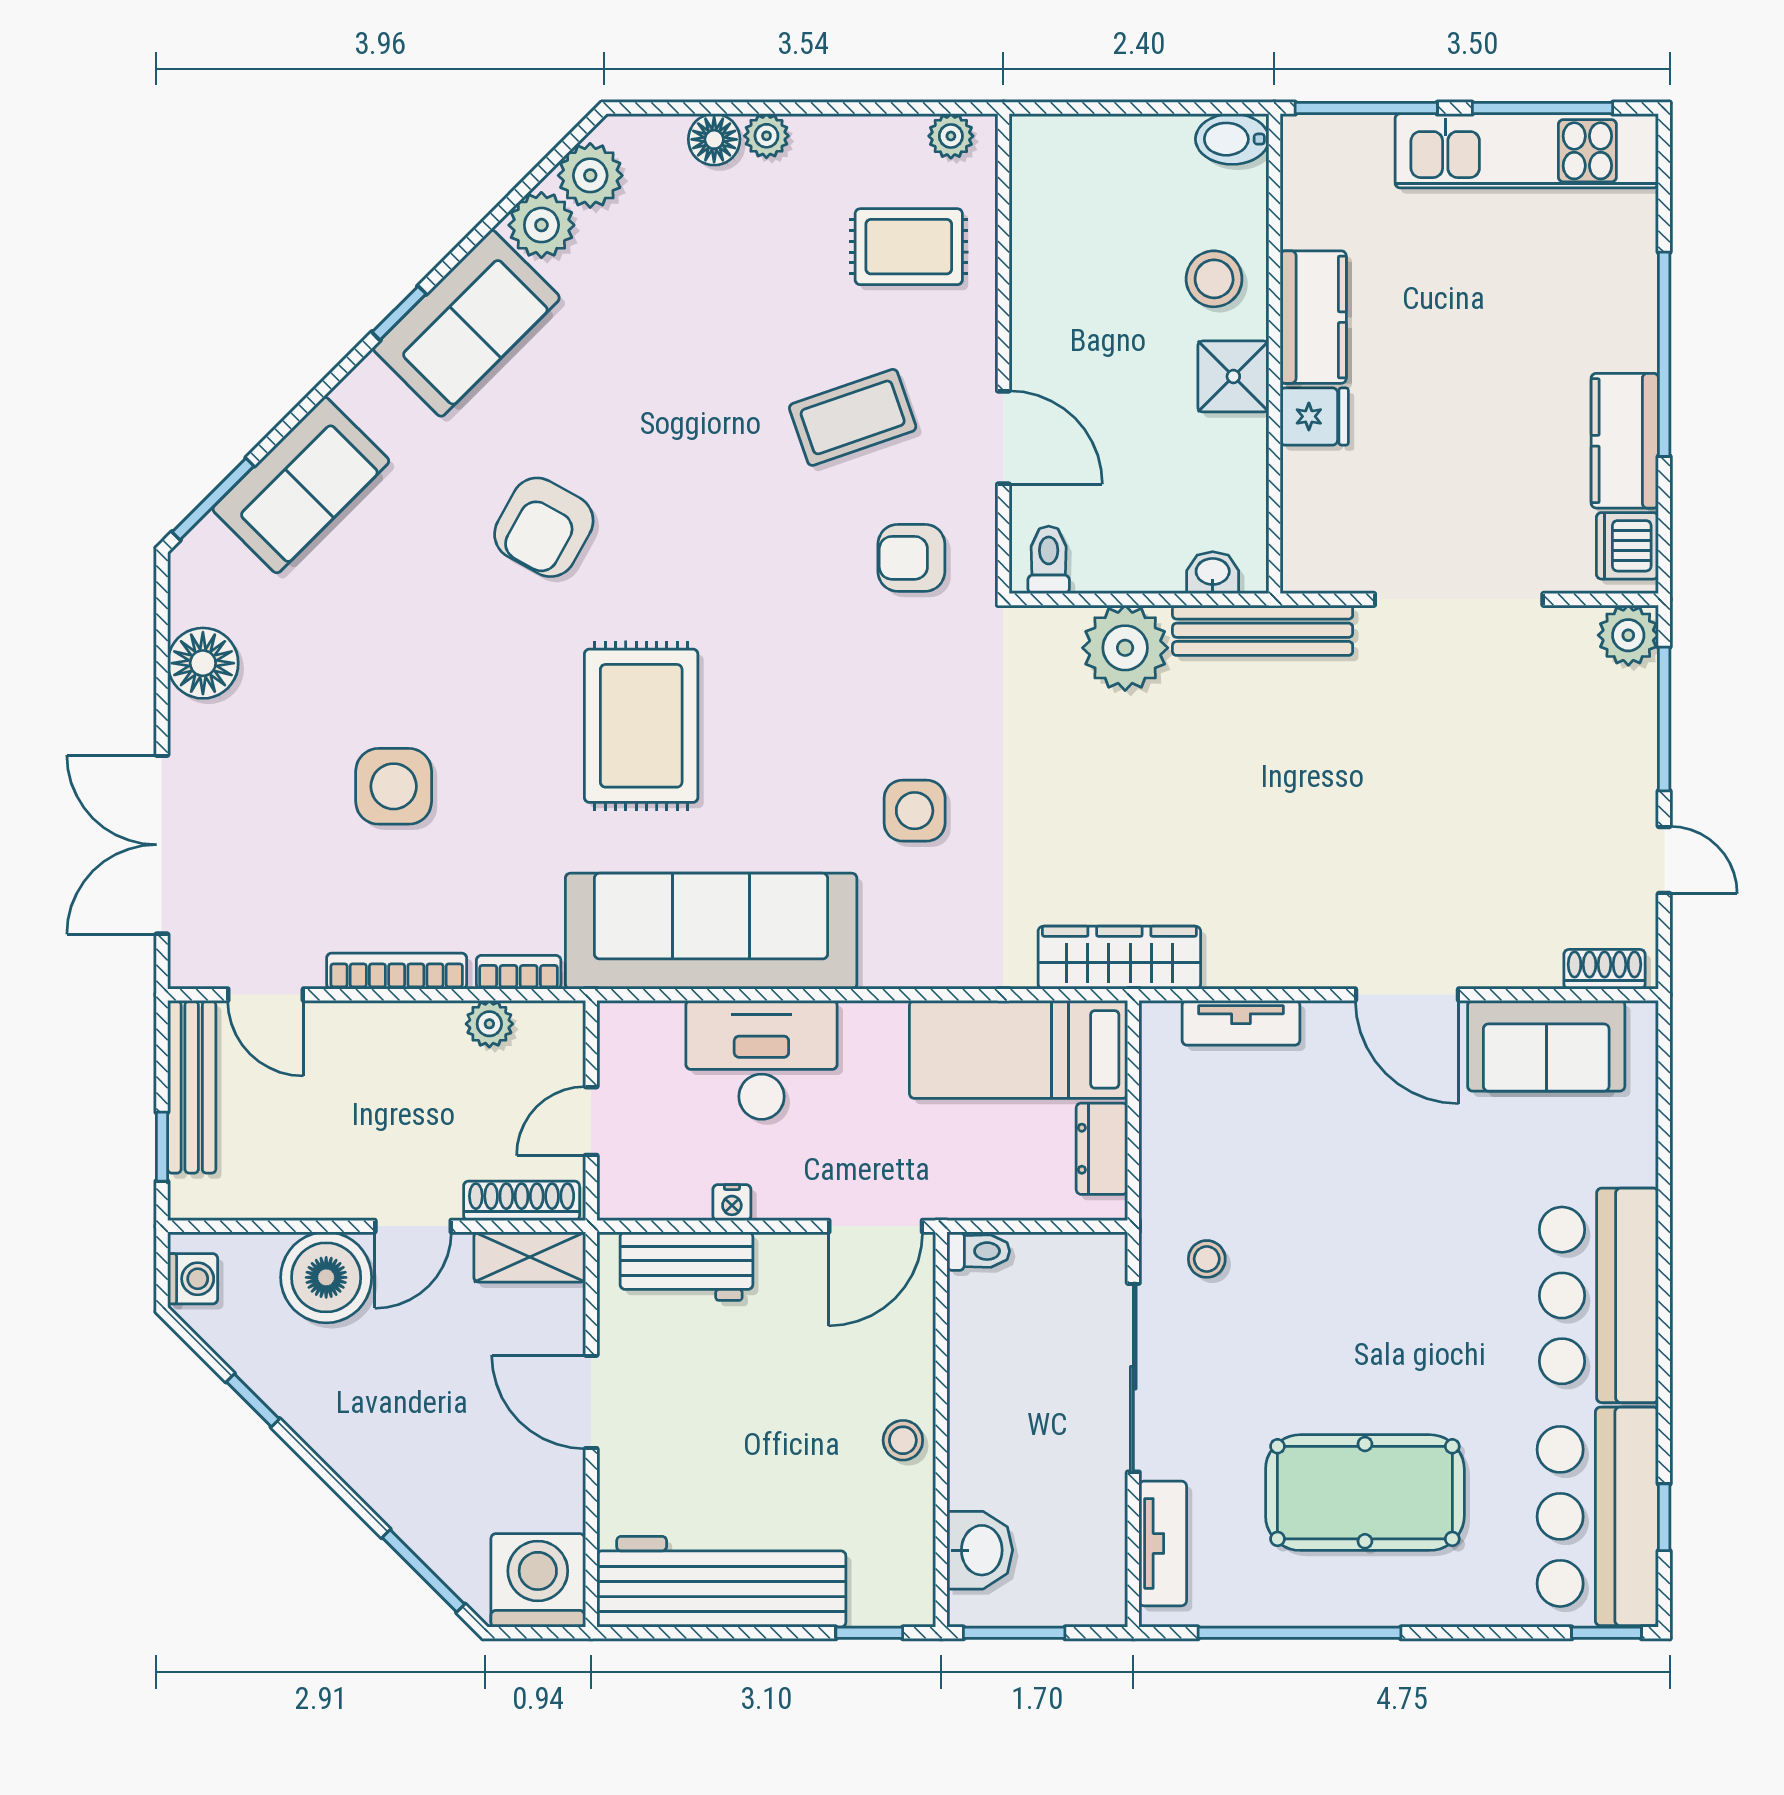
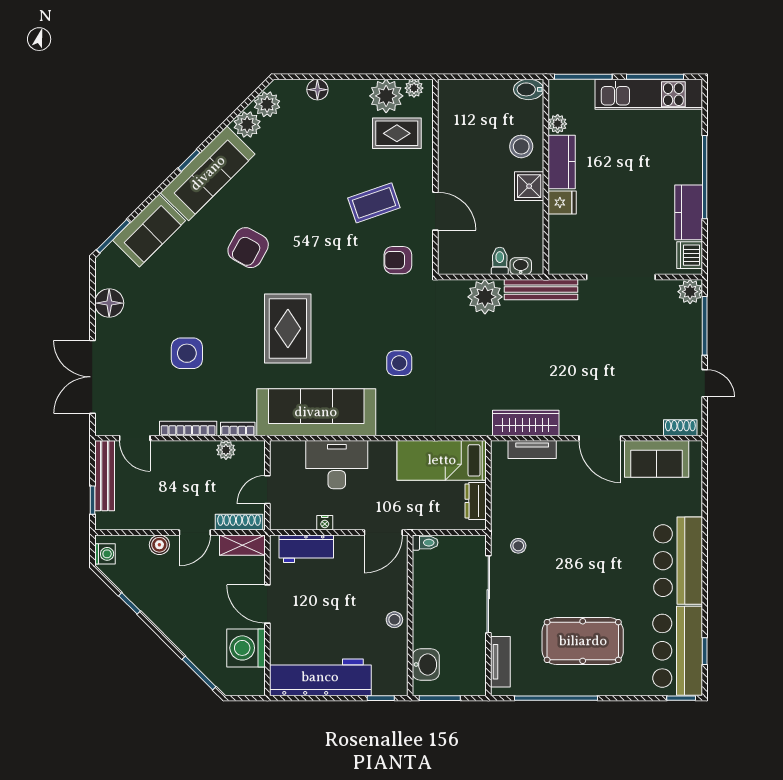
plant: (766, 136) -> (386, 96), moved, width x1.87, depth x1.87
plant: (1303, 223) -> (558, 124), added
sofa: (466, 323) -> (208, 173), width x1.36
toilet: (1049, 560) -> (500, 261), moved
wardrobe: (1119, 958) -> (526, 423), moved
boiler: (326, 1277) -> (159, 545), width x0.54, depth x0.54
washing machine: (538, 1580) -> (246, 648), moved, turned -90

